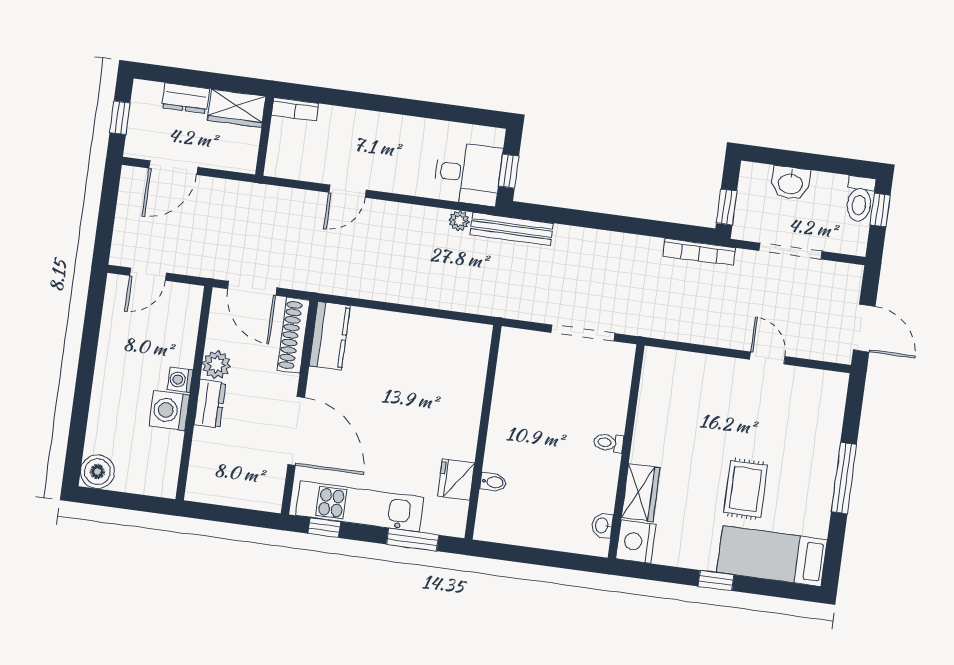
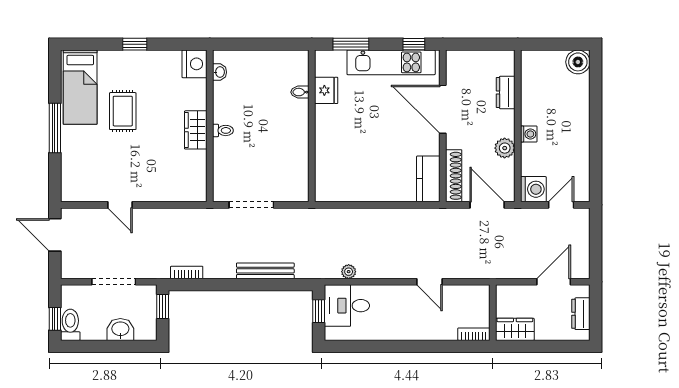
dresser: (185, 98) -> (581, 314), moved, turned -90
window: (120, 118) -> (596, 312), removed
door: (347, 191) -> (429, 282), swing flipped
bench: (512, 229) -> (265, 271), moved
bookcase: (699, 252) -> (187, 273), width x0.64
dresser: (210, 404) -> (506, 92), moved
washing machine: (169, 410) -> (533, 189), moved
wardrobe: (641, 493) -> (196, 130), moved
bed: (772, 556) -> (80, 87), moved, turned 90

